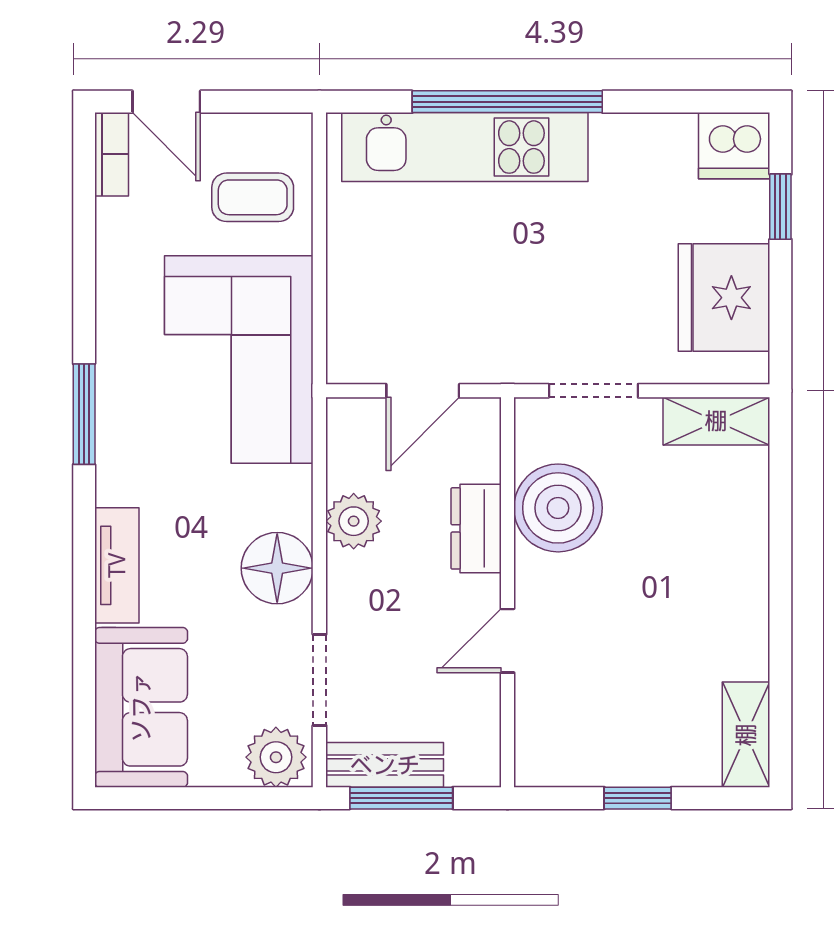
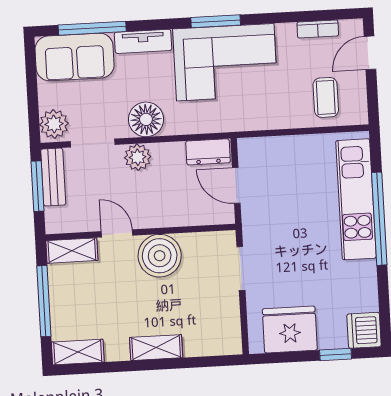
bookcase: (112, 154) -> (318, 29), moved
corner sofa: (239, 359) -> (225, 62), moved, turned 180
shelving: (716, 421) -> (156, 348), moved, turned 90
boiler: (558, 508) -> (160, 256), moved
plant: (354, 521) -> (138, 157), moved
dresser: (476, 528) -> (208, 152), moved, turned 180
window: (84, 668) -> (92, 28), added
shelving: (537, 735) -> (72, 251), added
window: (638, 798) -> (44, 301), width x2.17

